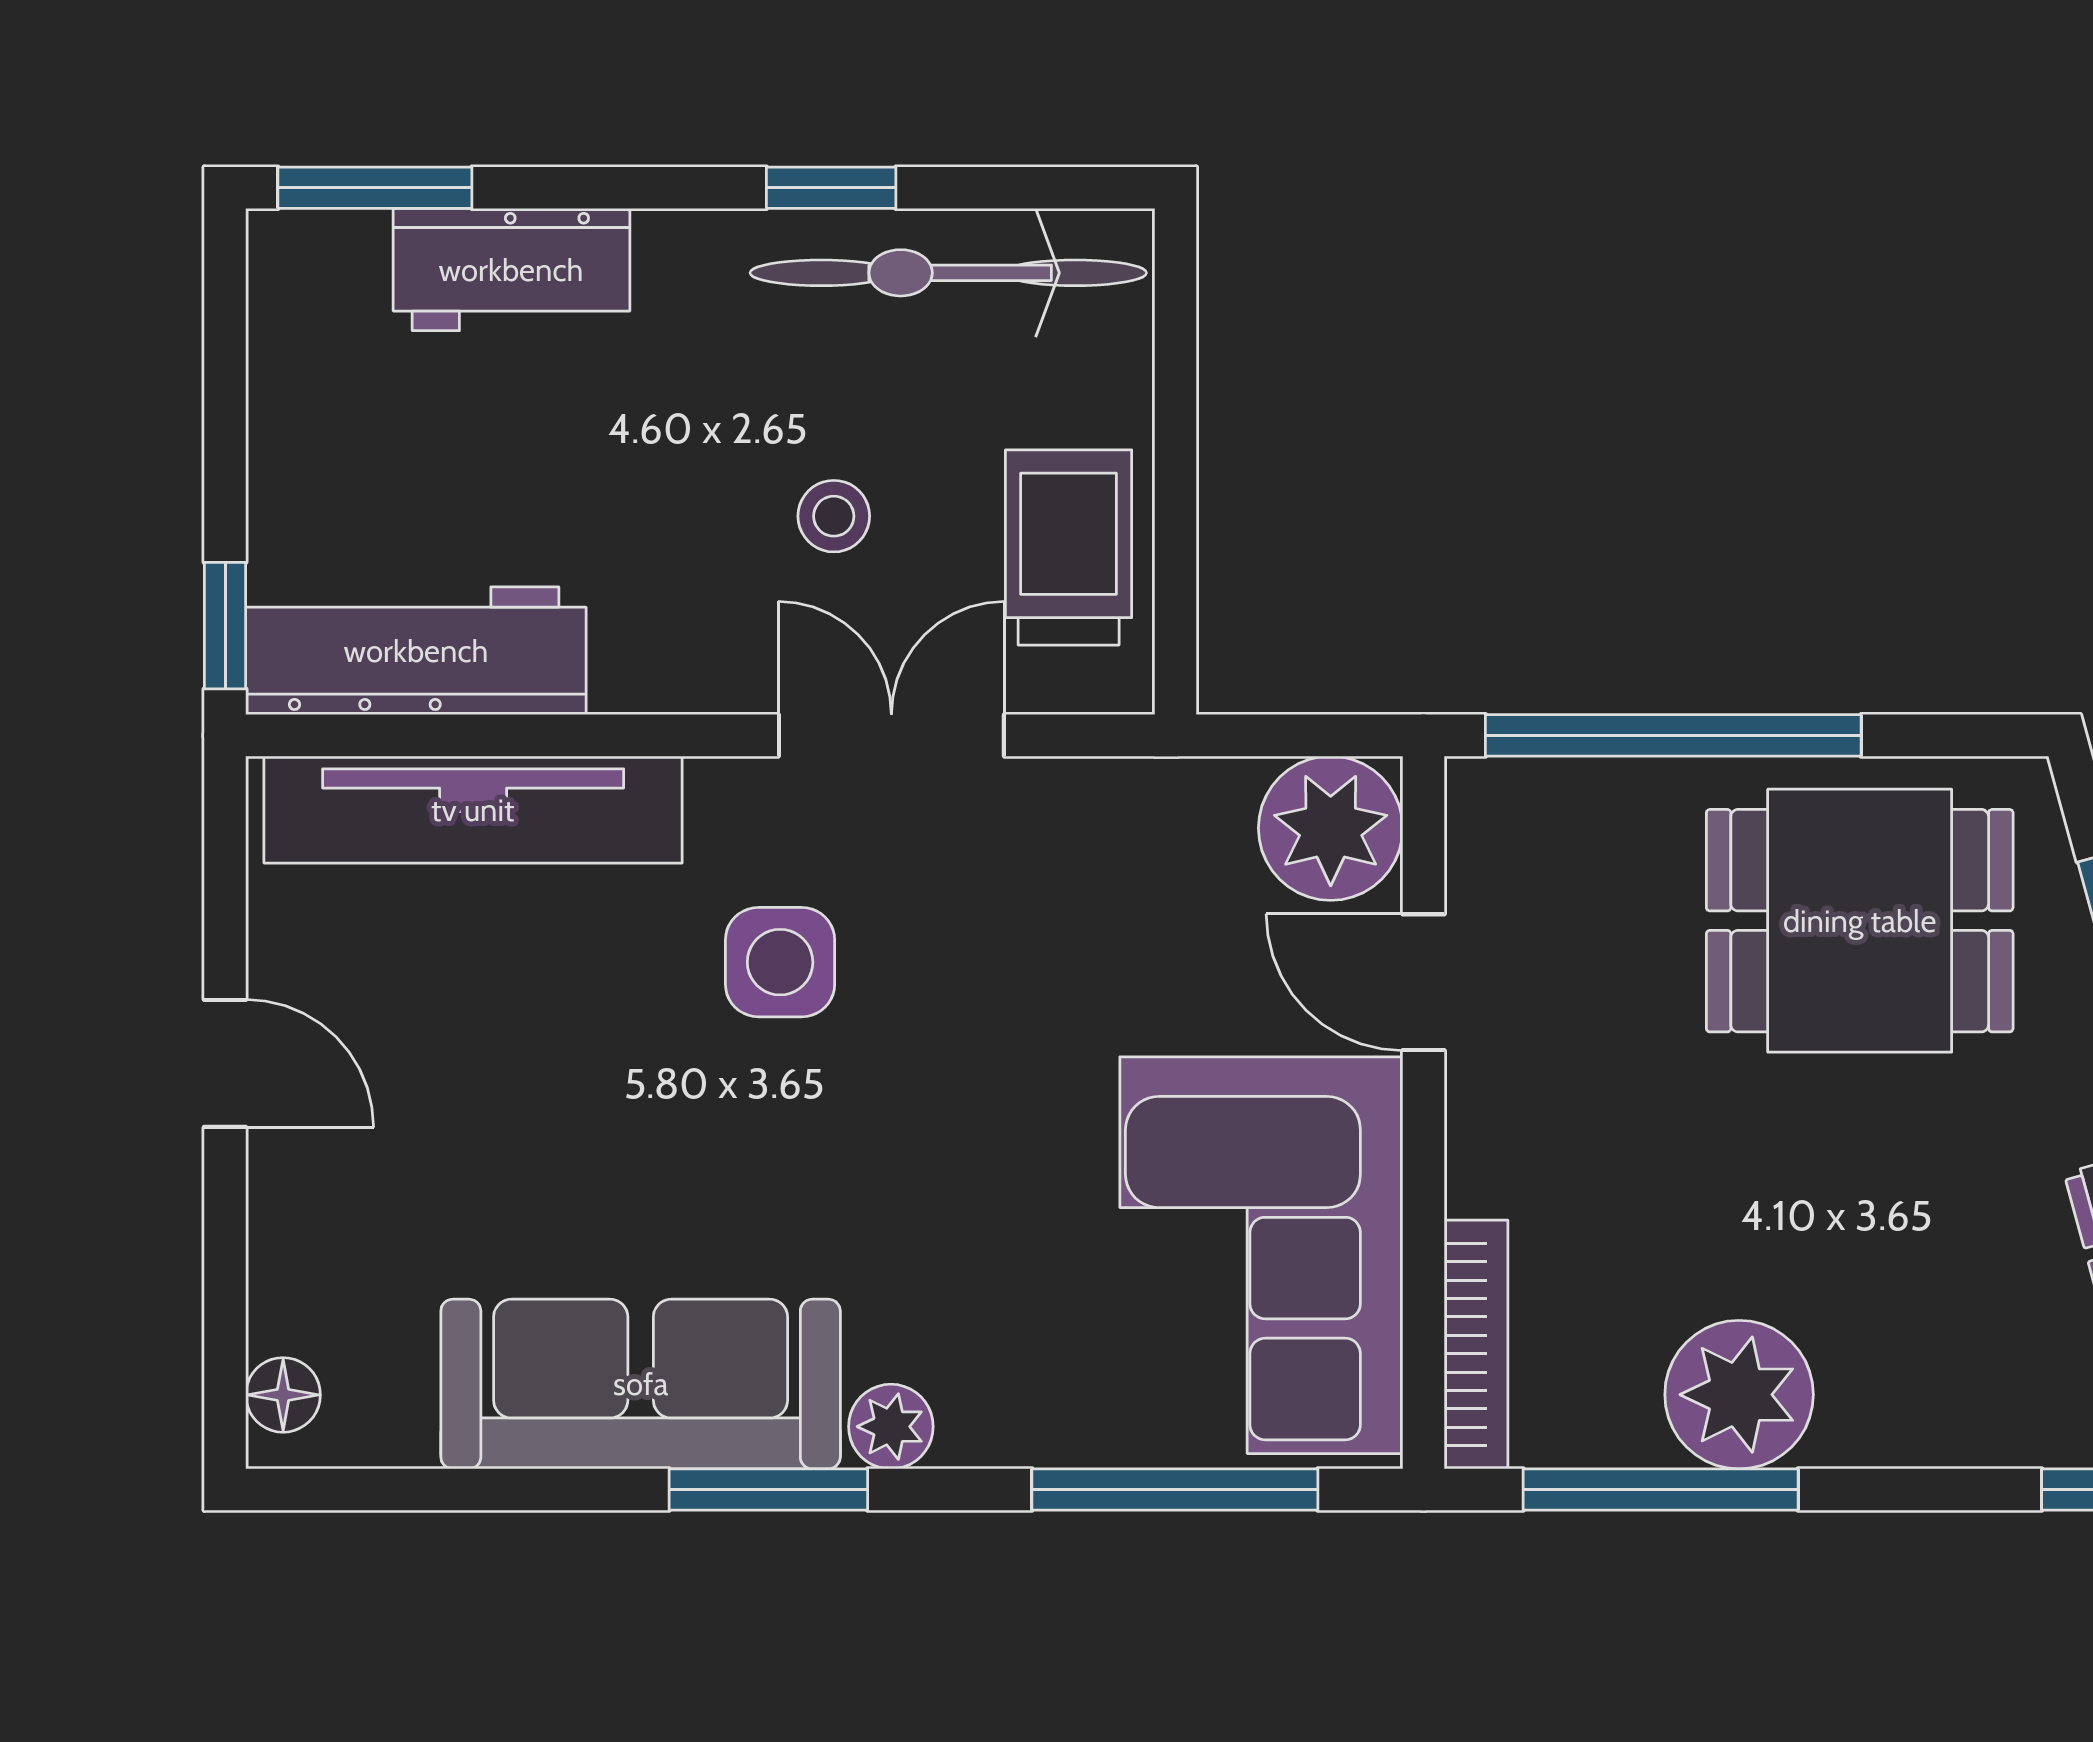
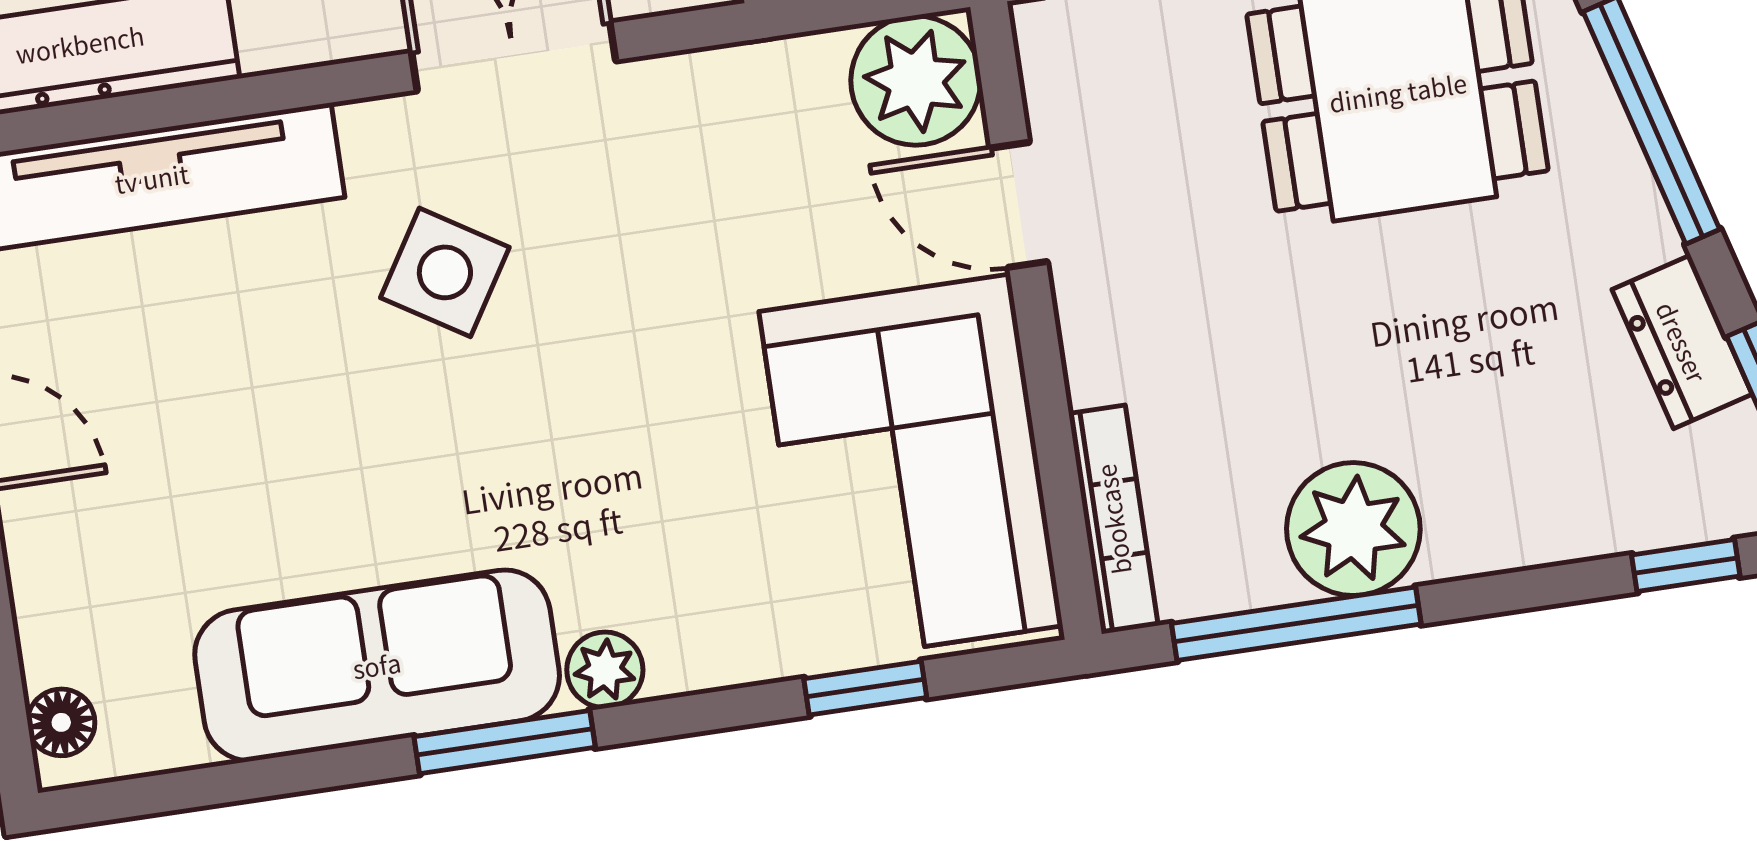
side table: (780, 962) -> (445, 272), turned 32
window: (1175, 1490) -> (865, 688), width x0.46

